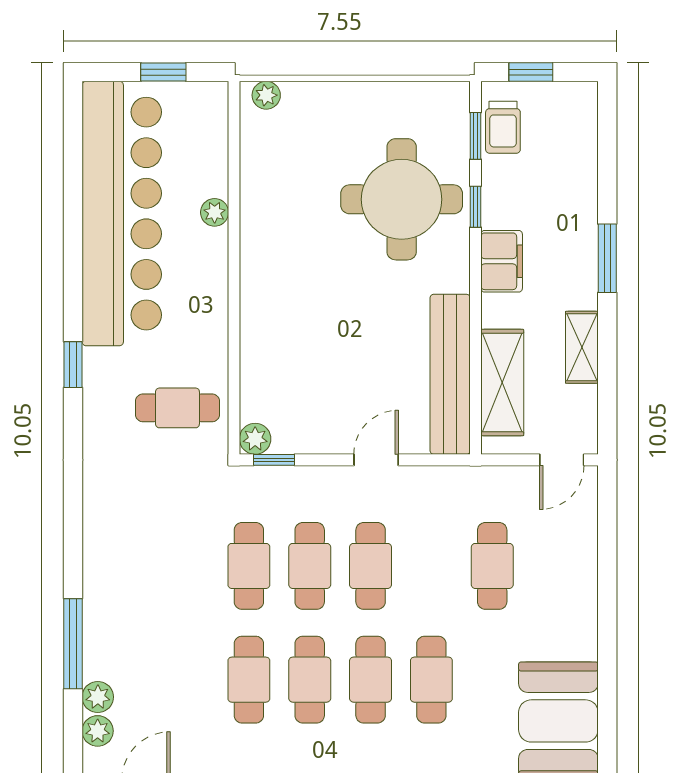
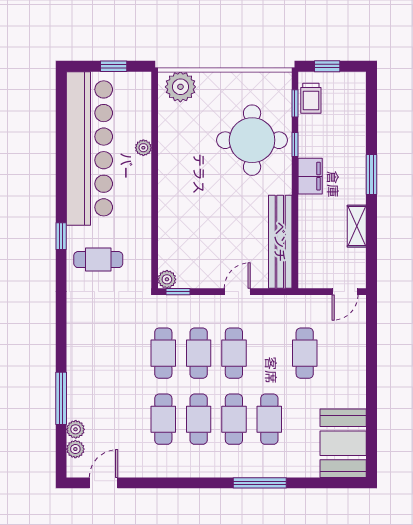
plant: (266, 95) -> (180, 87), width x1.88, depth x1.88
shelving: (502, 383) -> (311, 247), removed
cafe table: (177, 408) -> (98, 260), moved

